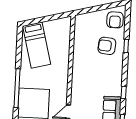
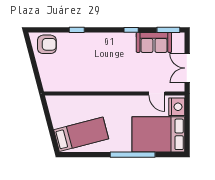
armchair: (107, 46) -> (78, 52), removed

